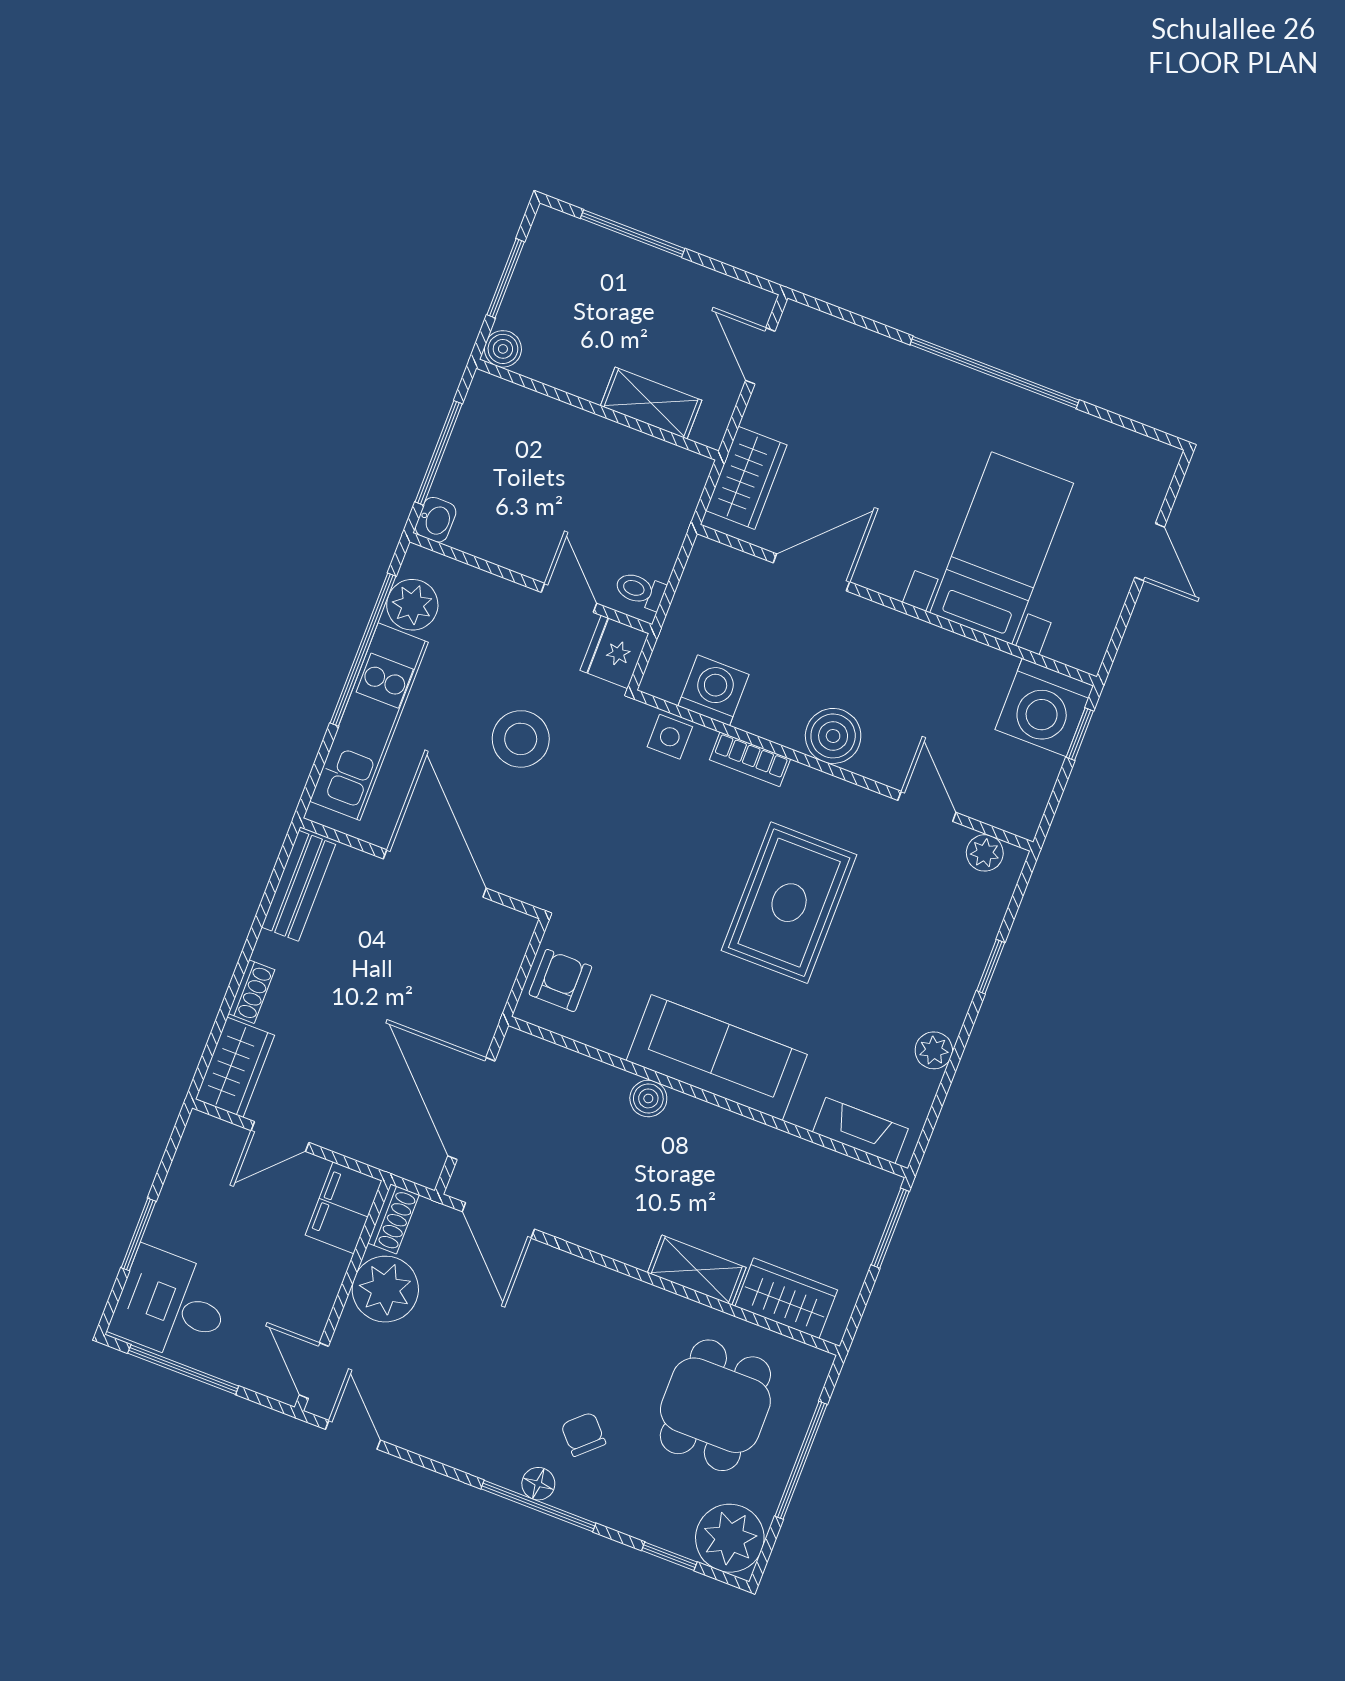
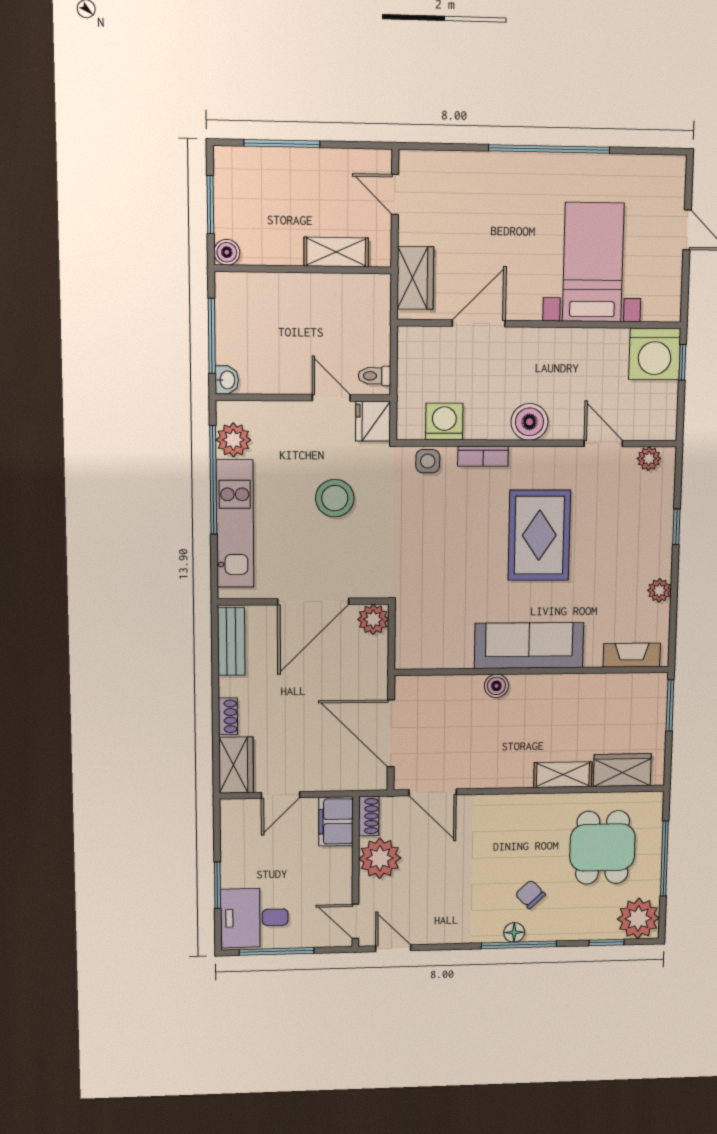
door: (435, 874) -> (313, 601), swing flipped
plant: (509, 932) -> (373, 619), added
armchair: (560, 980) -> (416, 636), removed

